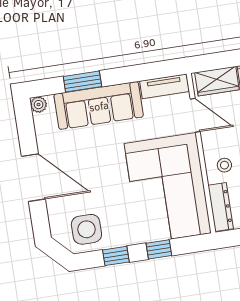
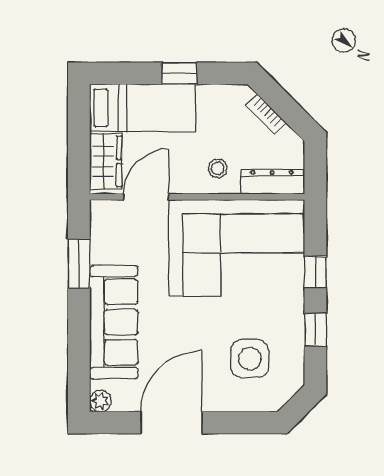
window: (82, 82) -> (79, 264), moved
tv unit: (164, 86) -> (102, 232), removed
door: (33, 178) -> (171, 423), moved
side table: (86, 229) -> (250, 359), moved

